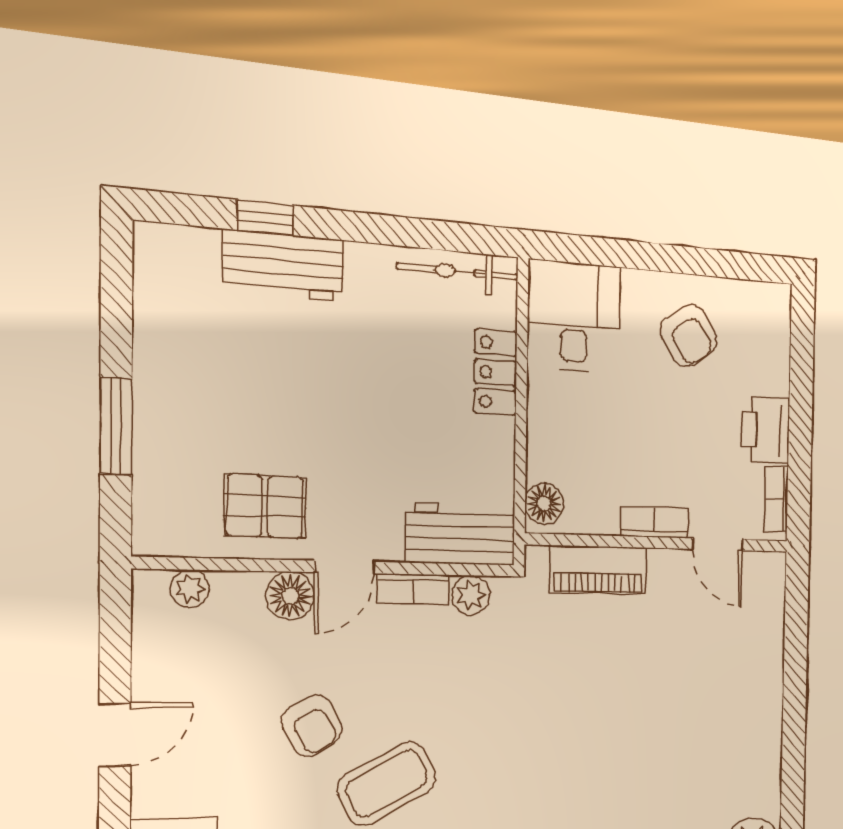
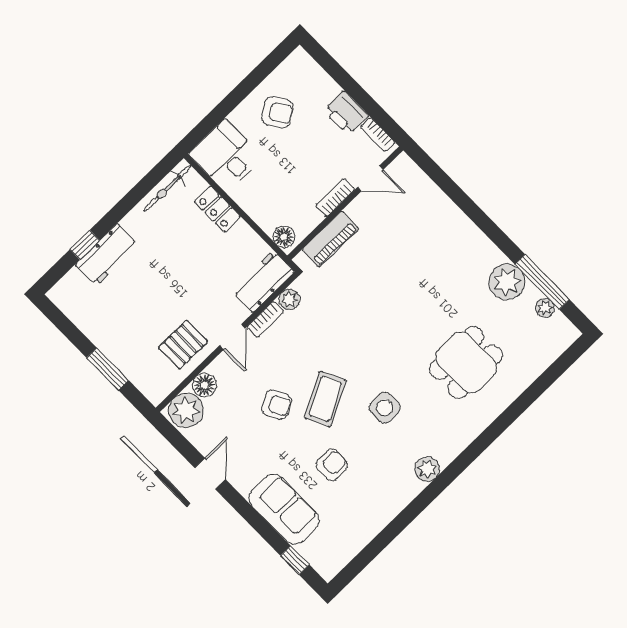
plant: (190, 589) -> (186, 410), width x1.88, depth x1.88
floor lamp: (290, 596) -> (204, 385), moved

